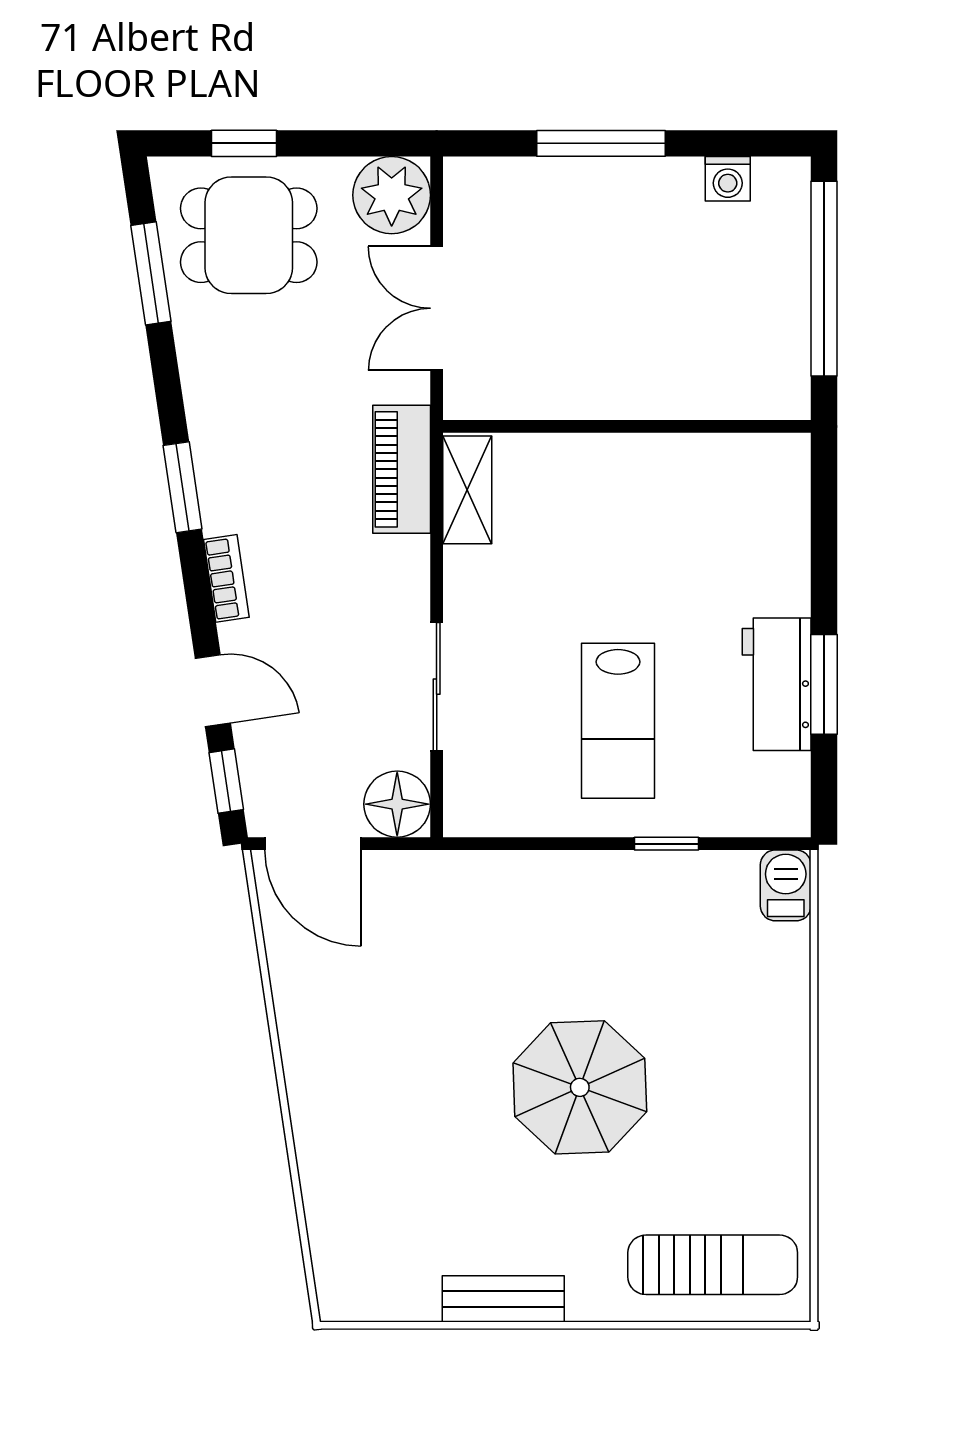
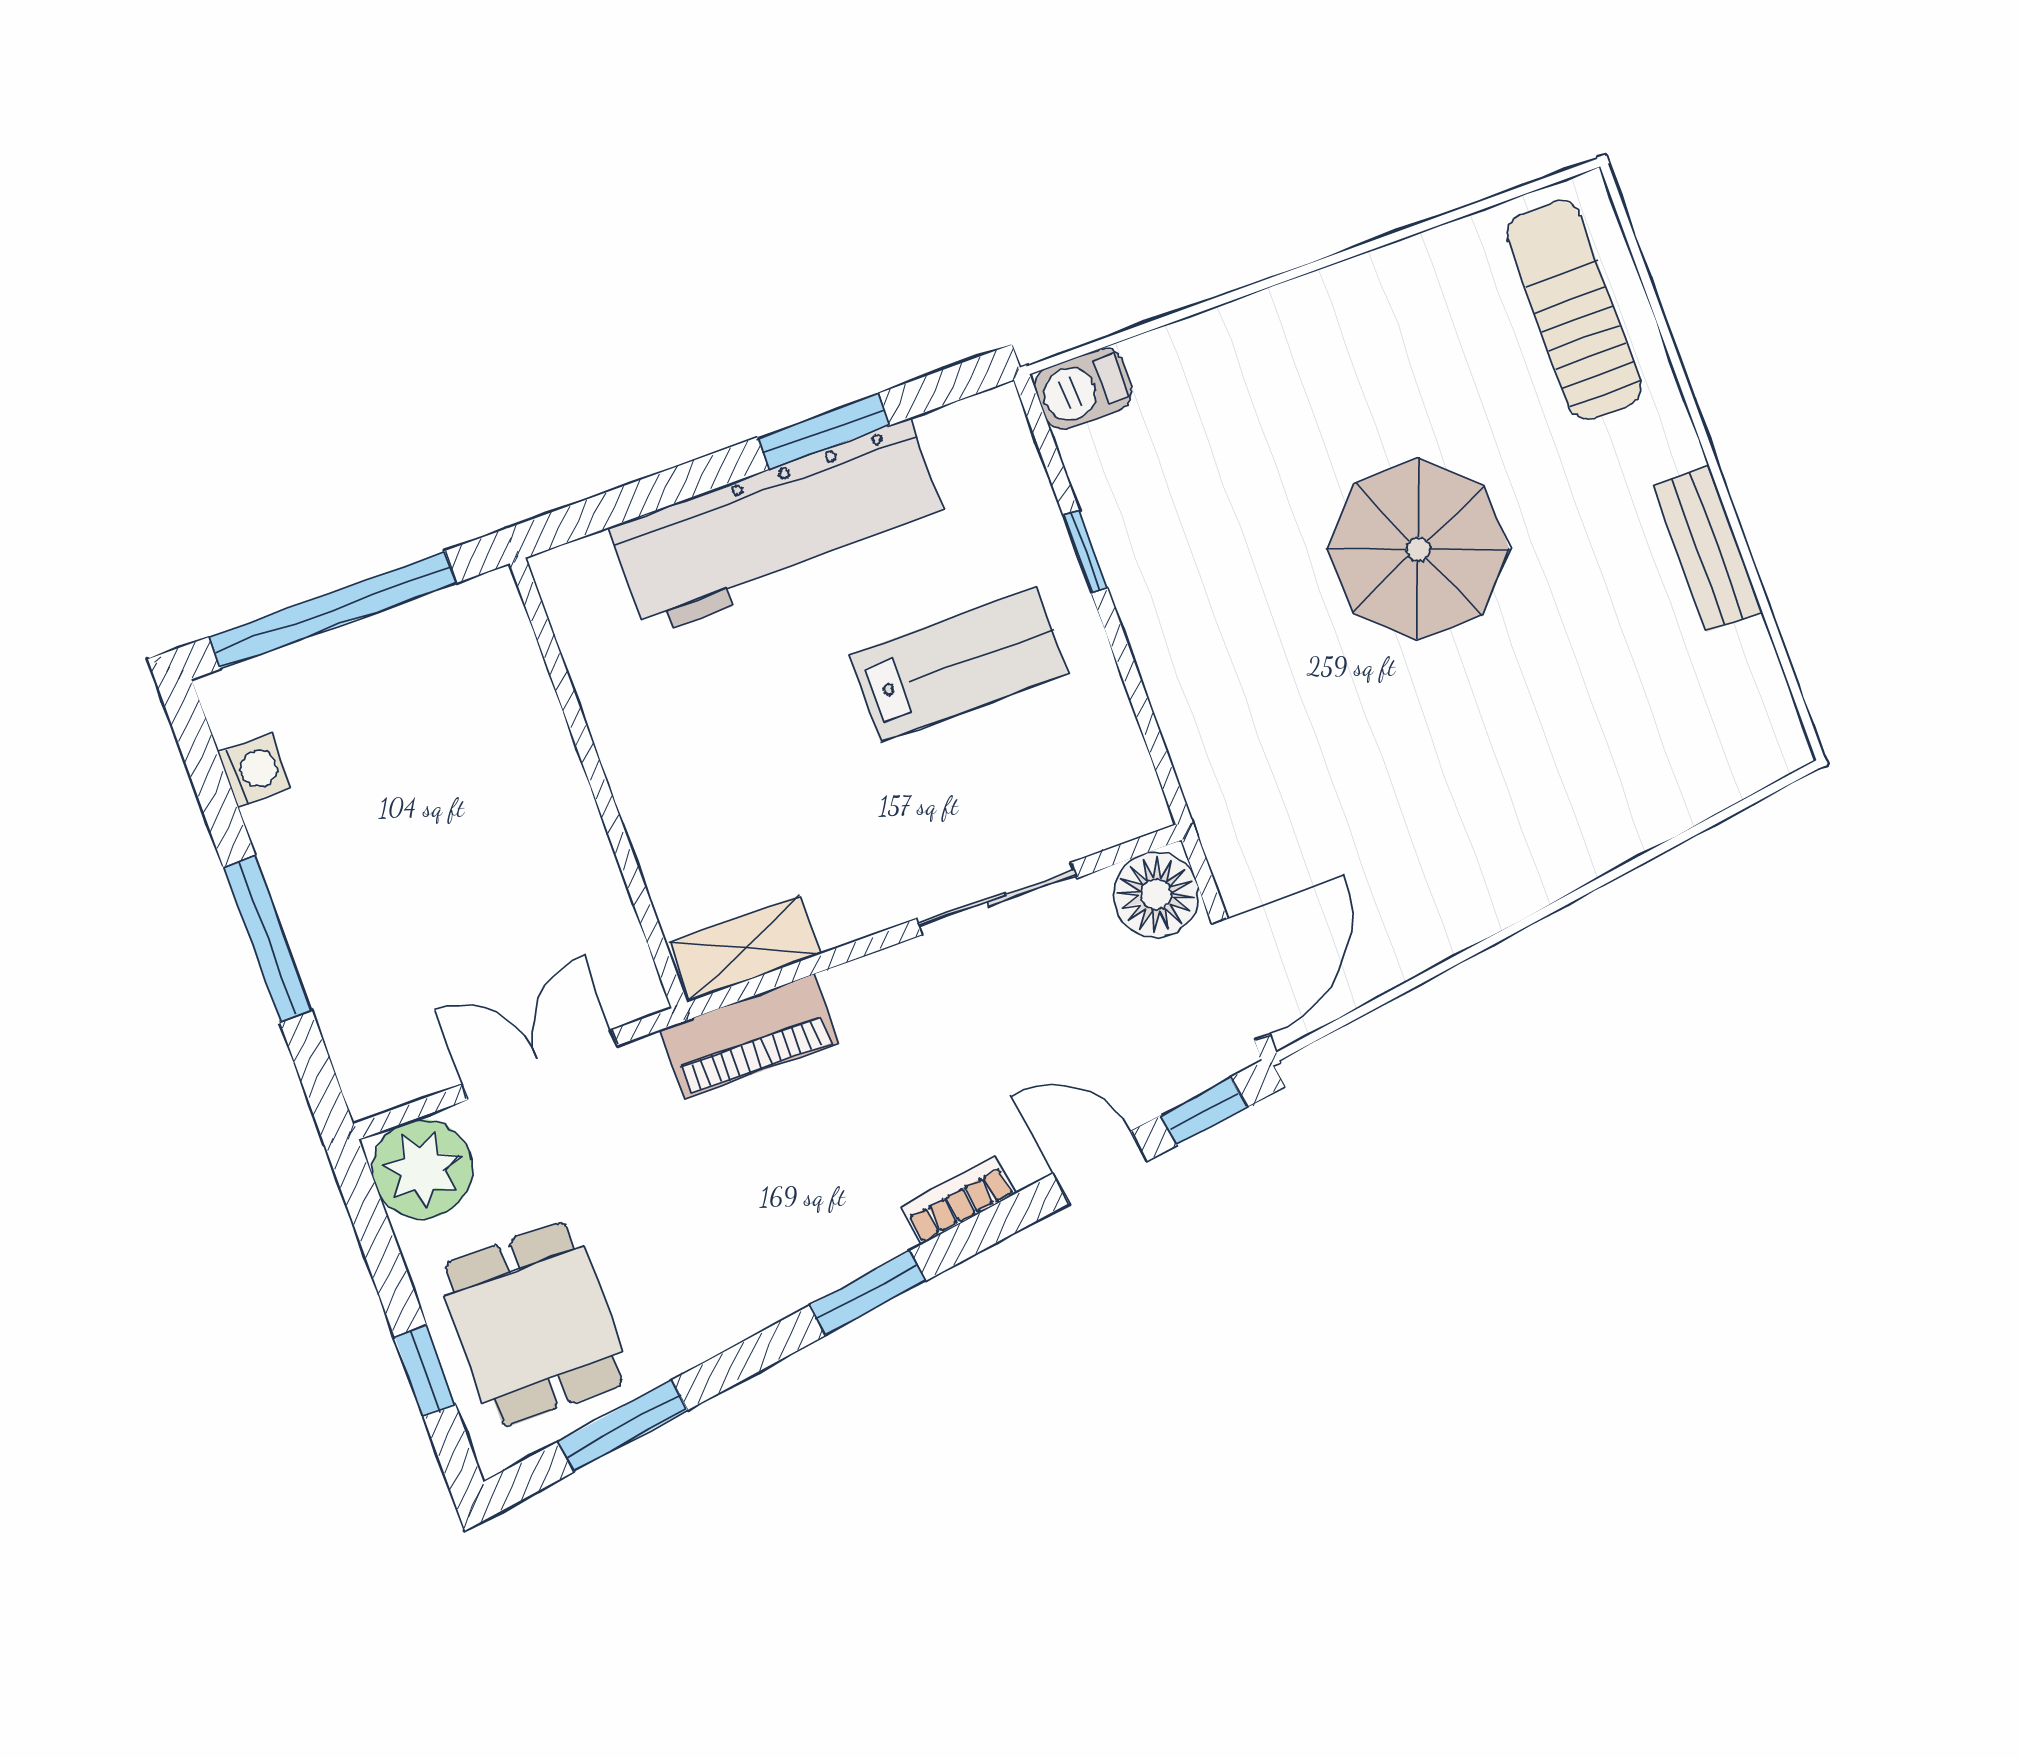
double door: (437, 308) -> (540, 1065), swing flipped
workbench: (777, 684) -> (779, 527), width x1.88, depth x1.32
door: (213, 691) -> (1100, 1167), hinge flipped

